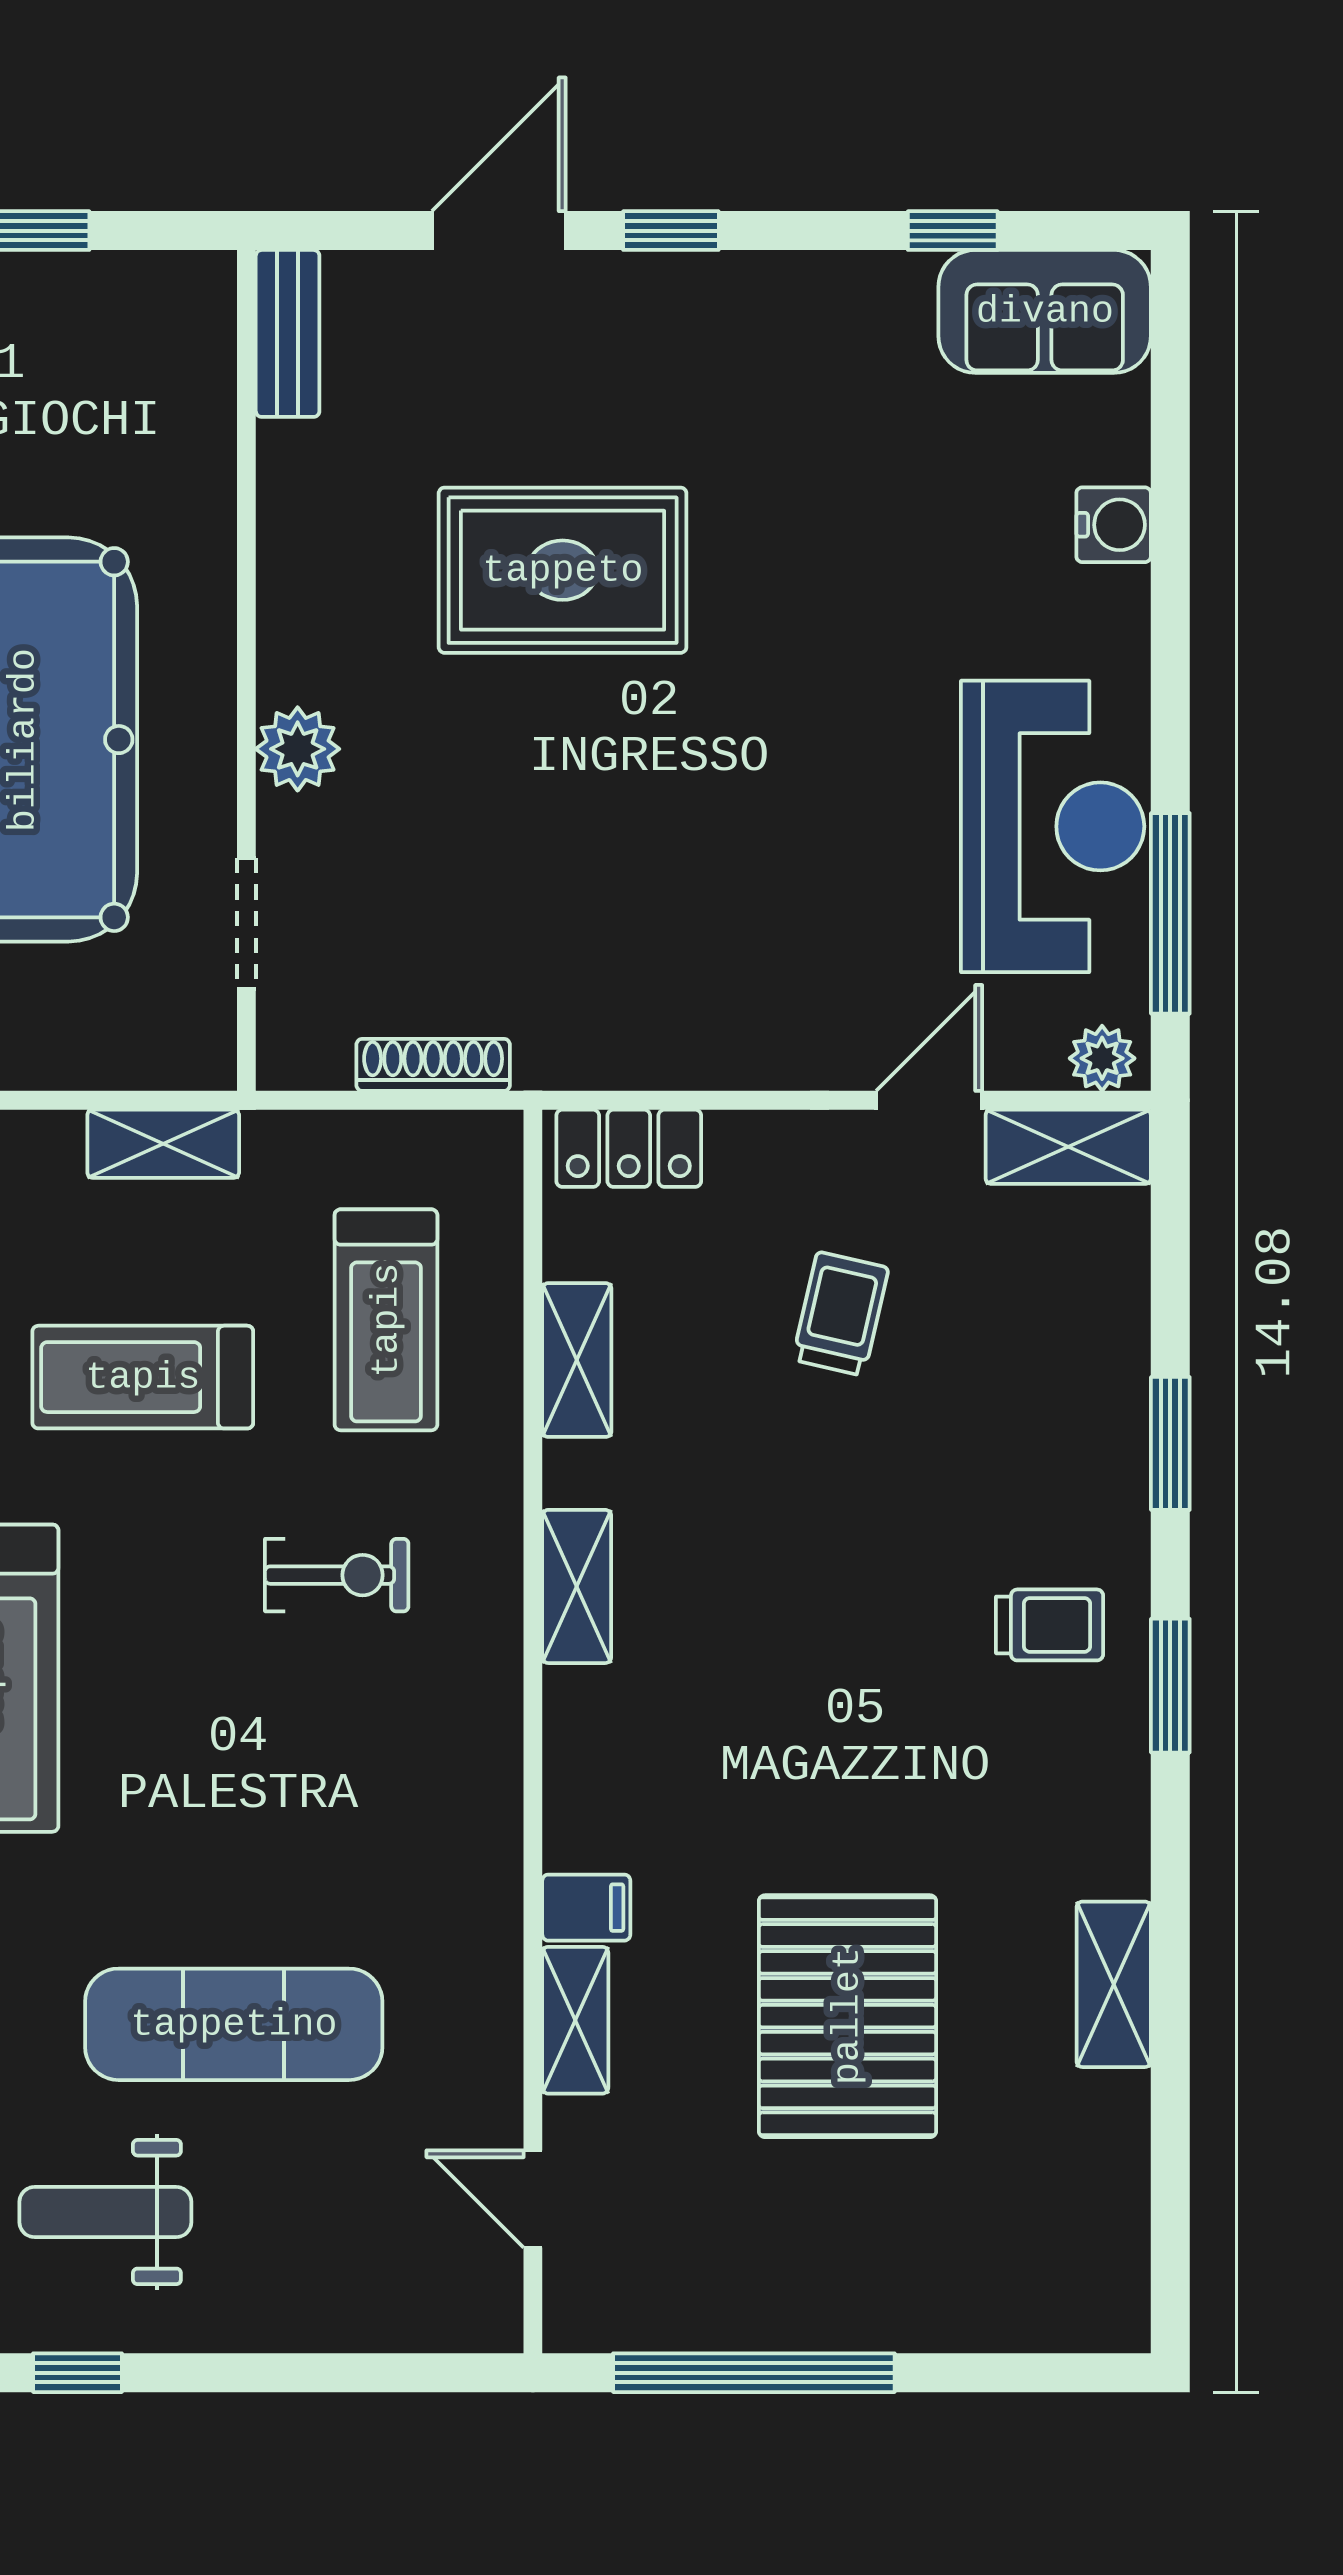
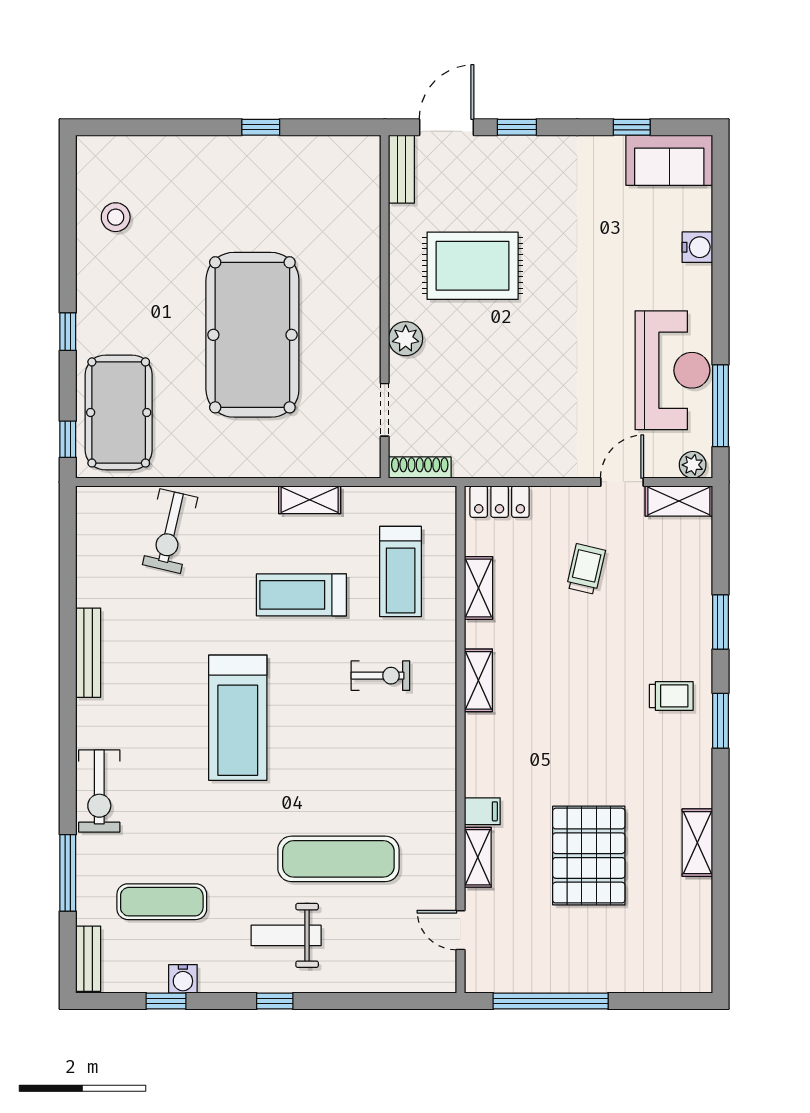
bench: (288, 333) -> (401, 169), moved
wall: (246, 670) -> (385, 307), moved
plant: (298, 749) -> (406, 339), moved
doorway: (246, 923) -> (385, 410), moved

